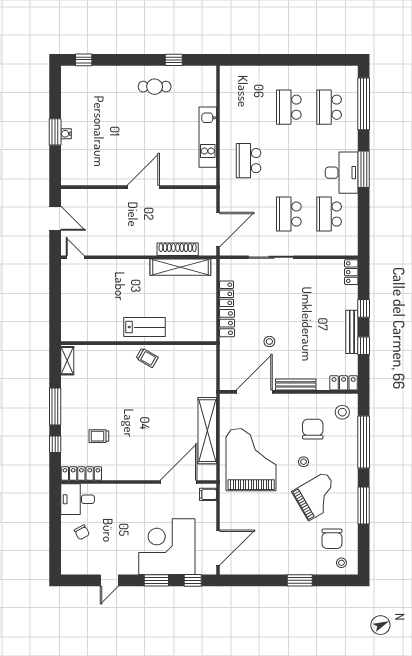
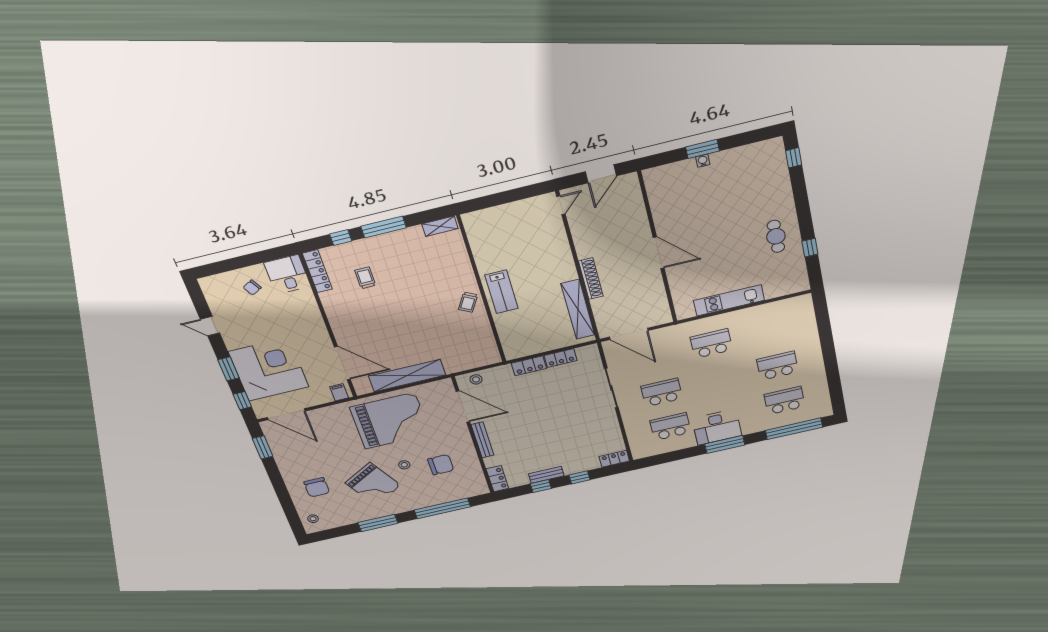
shoe rack: (178, 249) -> (591, 279), moved
bench: (352, 332) -> (546, 475), width x0.73
stool: (269, 342) -> (476, 379), moved
stool: (342, 412) -> (467, 485), removed
chair: (332, 539) -> (317, 487), moved, turned -90
window: (300, 580) -> (263, 447), moved

